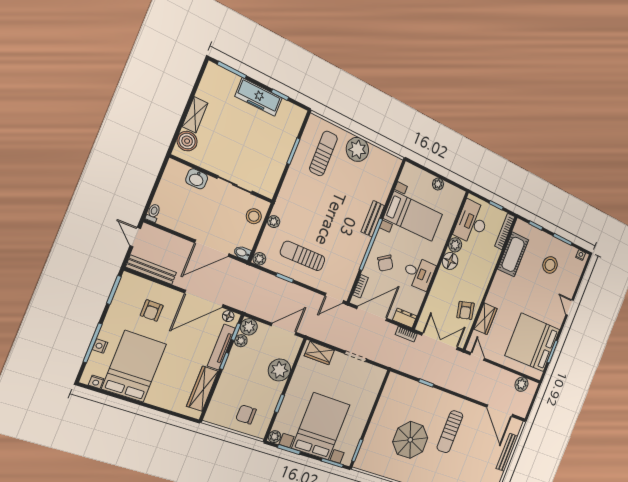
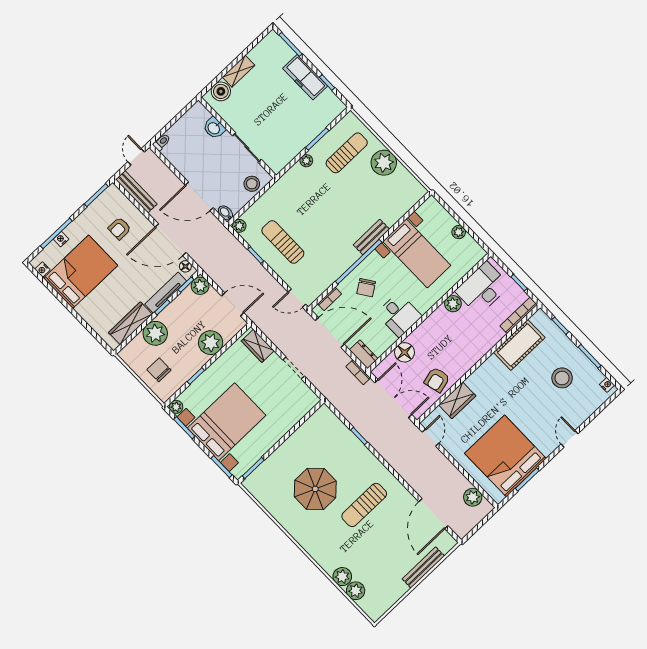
plant: (274, 222) -> (306, 161), moved
floor lamp: (450, 261) -> (404, 352), moved
plant: (241, 341) -> (155, 333), moved, width x1.87, depth x1.87

